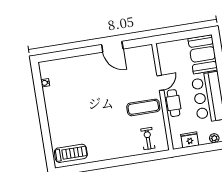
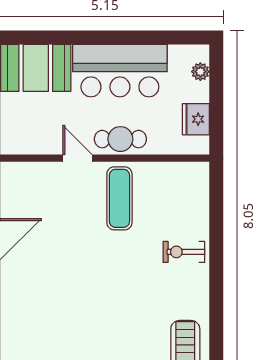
exercise bike: (148, 139) -> (184, 252), moved

